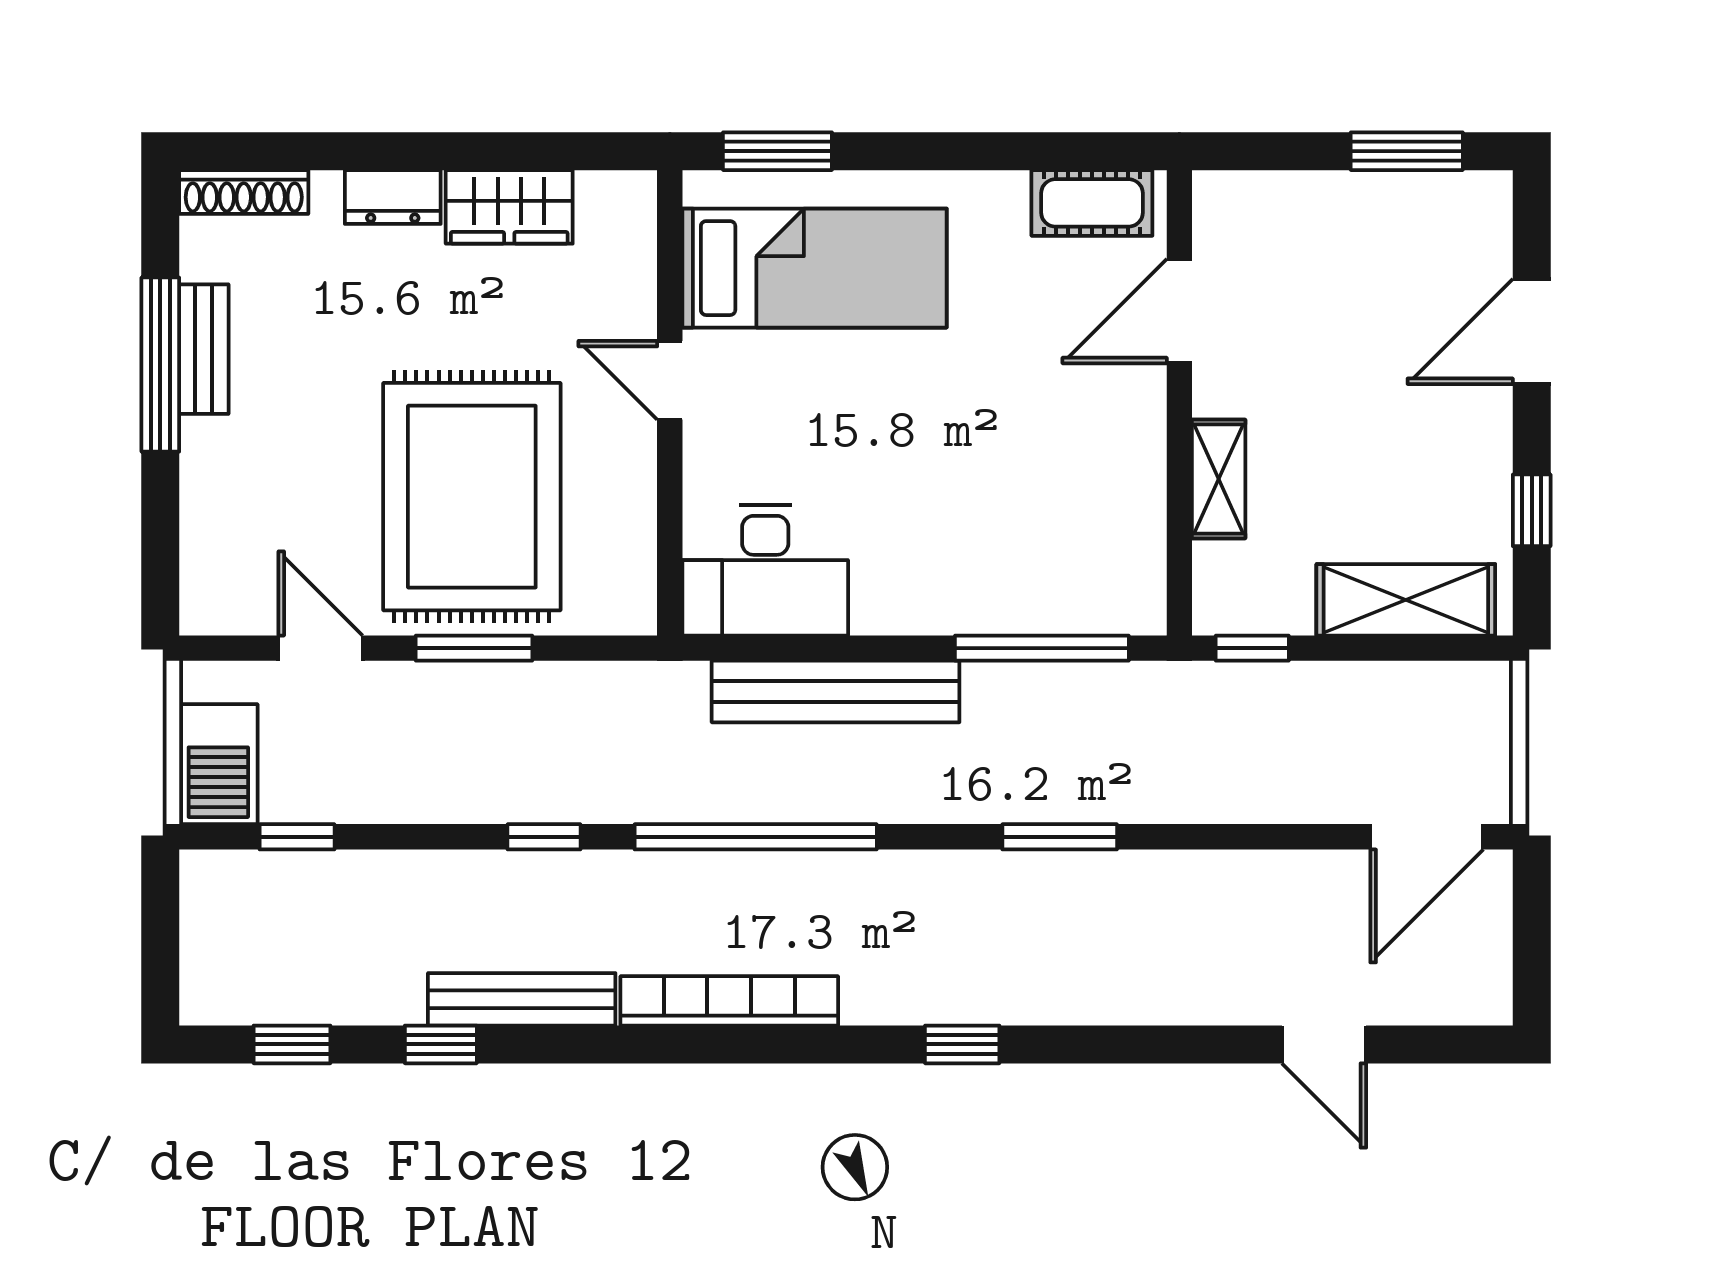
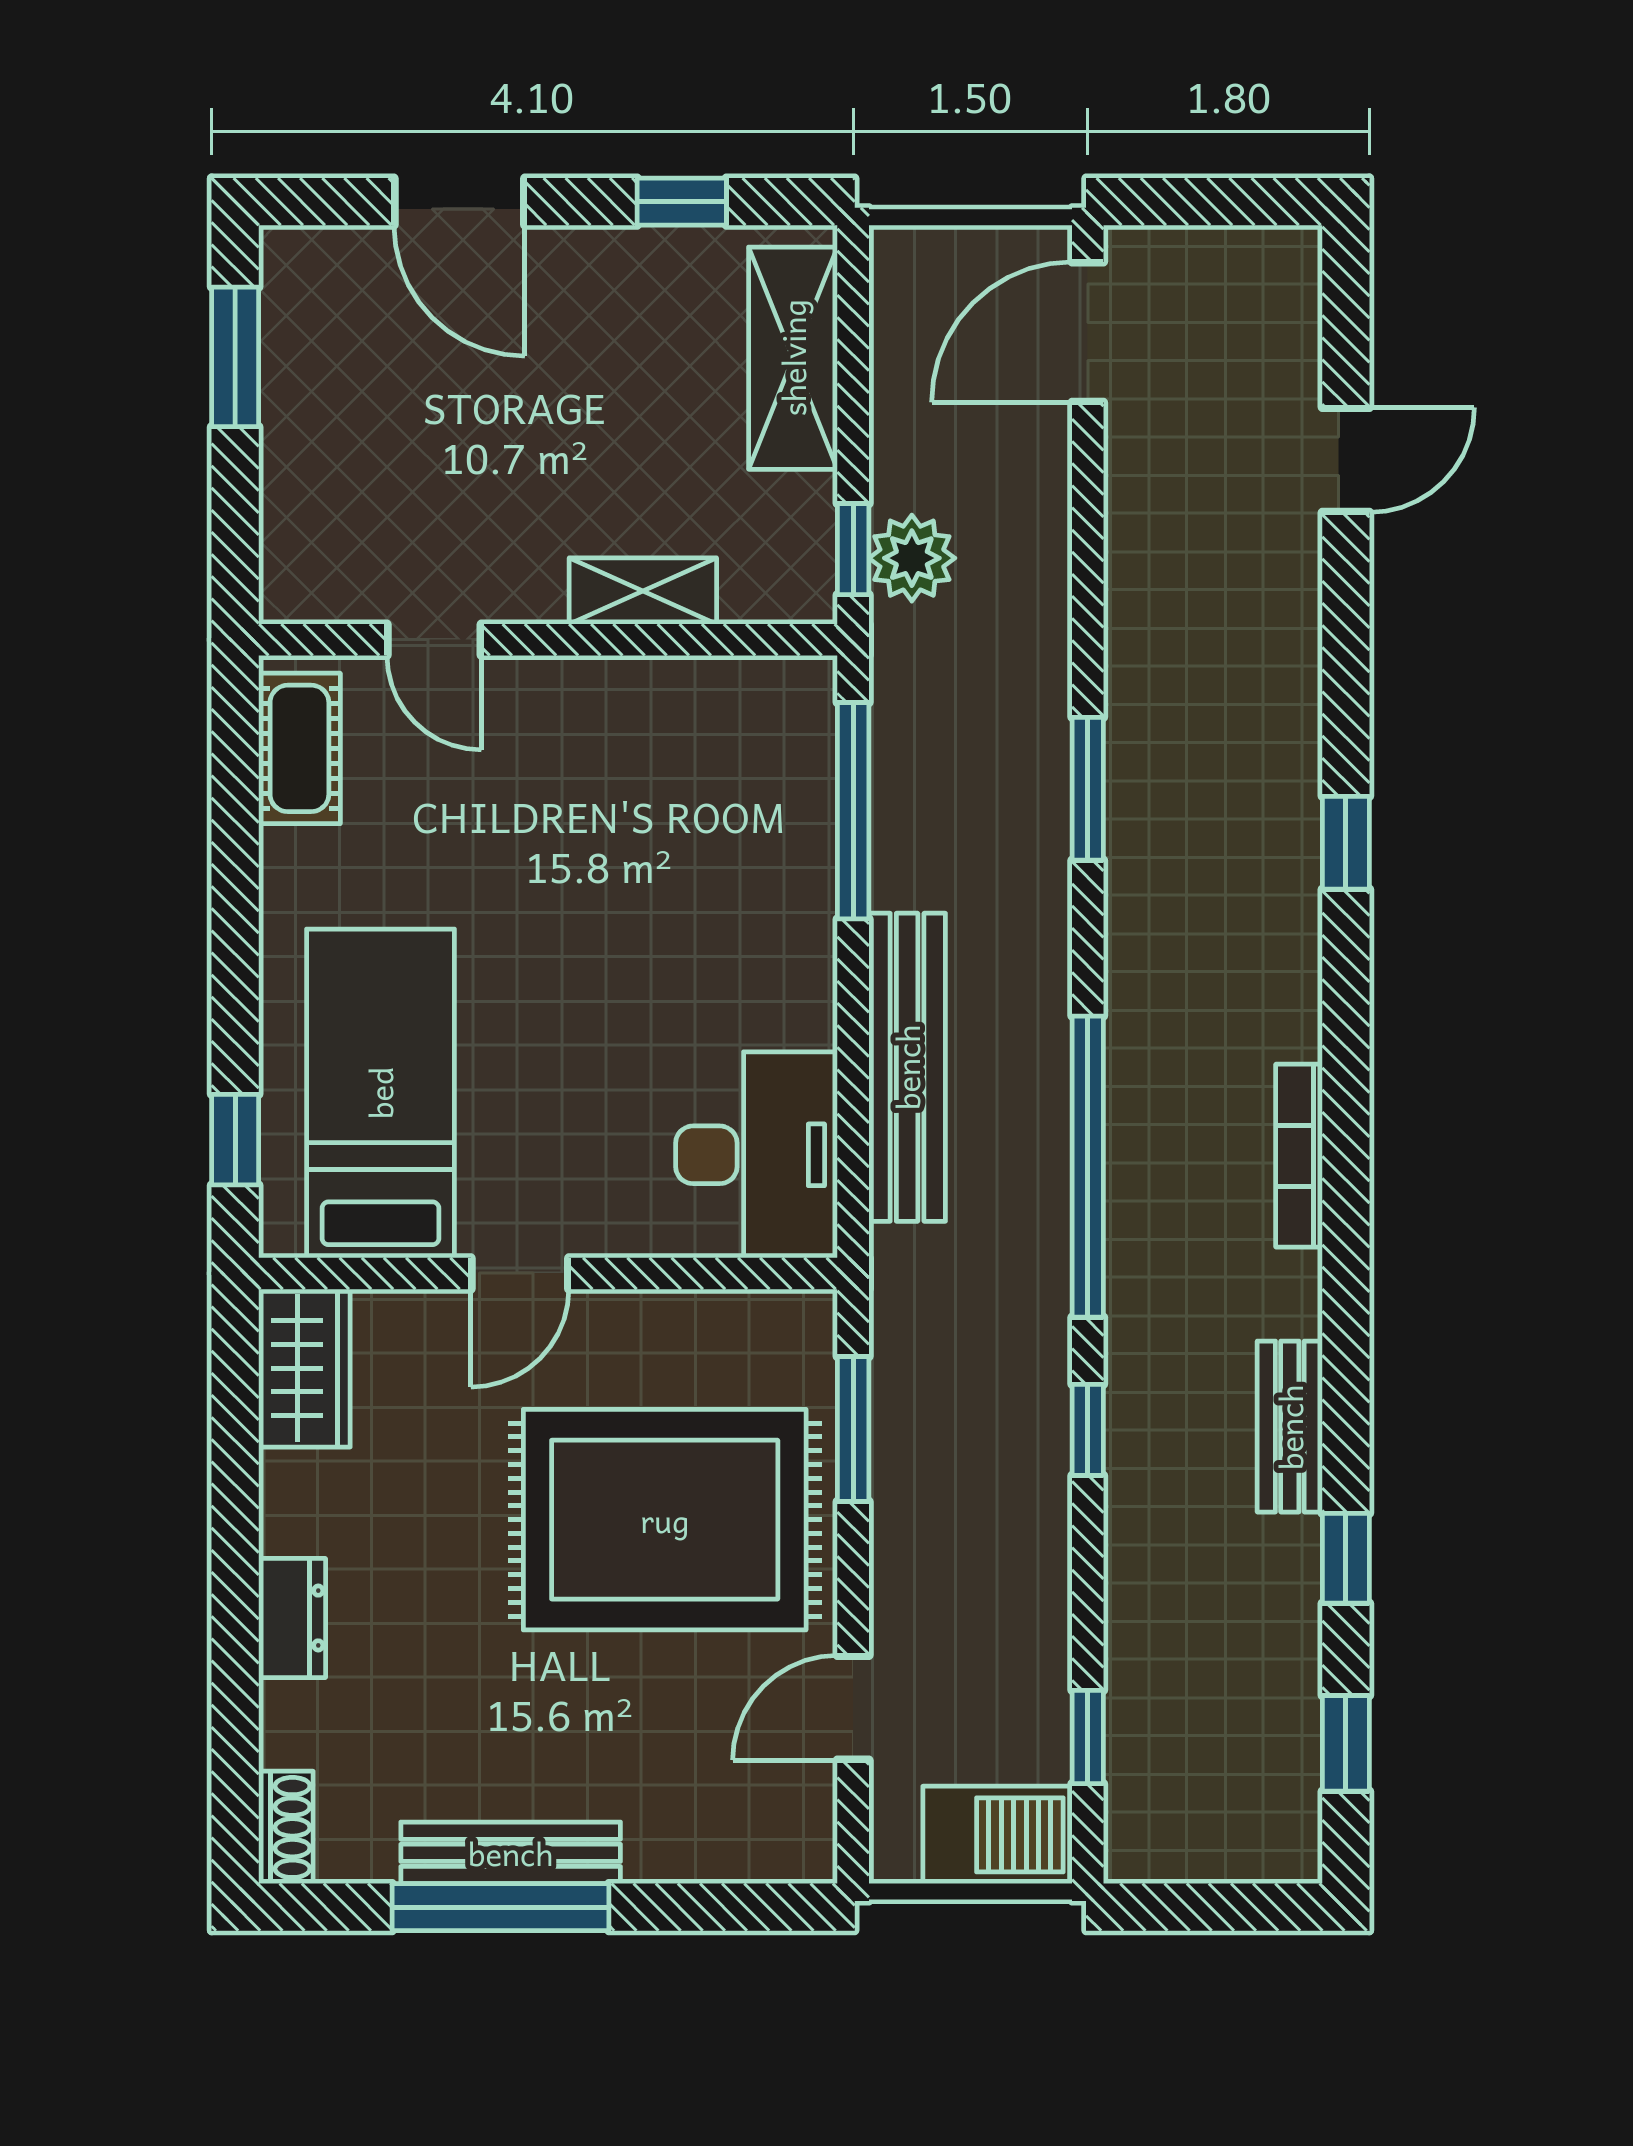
window: (777, 151) -> (235, 1140), width x0.67
shoe rack: (244, 192) -> (286, 1827), width x0.70
wardrobe: (509, 207) -> (304, 1368), moved
door: (1179, 311) -> (434, 640), width x0.73
bench: (204, 349) -> (511, 1853), width x1.36
window: (474, 648) -> (853, 1429), moved
plant: (1245, 695) -> (912, 558), added
door: (1427, 837) -> (1088, 332), swing flipped
bench: (522, 999) -> (1290, 1427), width x0.73
bookcase: (729, 1001) -> (1299, 1156), width x0.68, depth x0.76
window: (962, 1044) -> (1346, 843), moved

